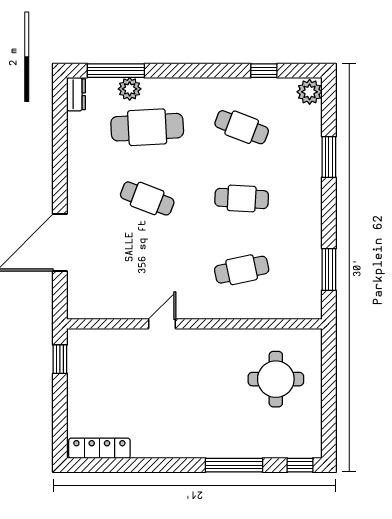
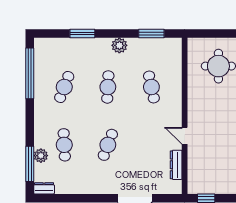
window: (264, 71) -> (30, 73), width x3.17
plant: (310, 92) -> (119, 45), moved
cafe table: (147, 127) -> (64, 145), width x0.73, depth x0.74
dresser: (114, 310) -> (176, 165), added

